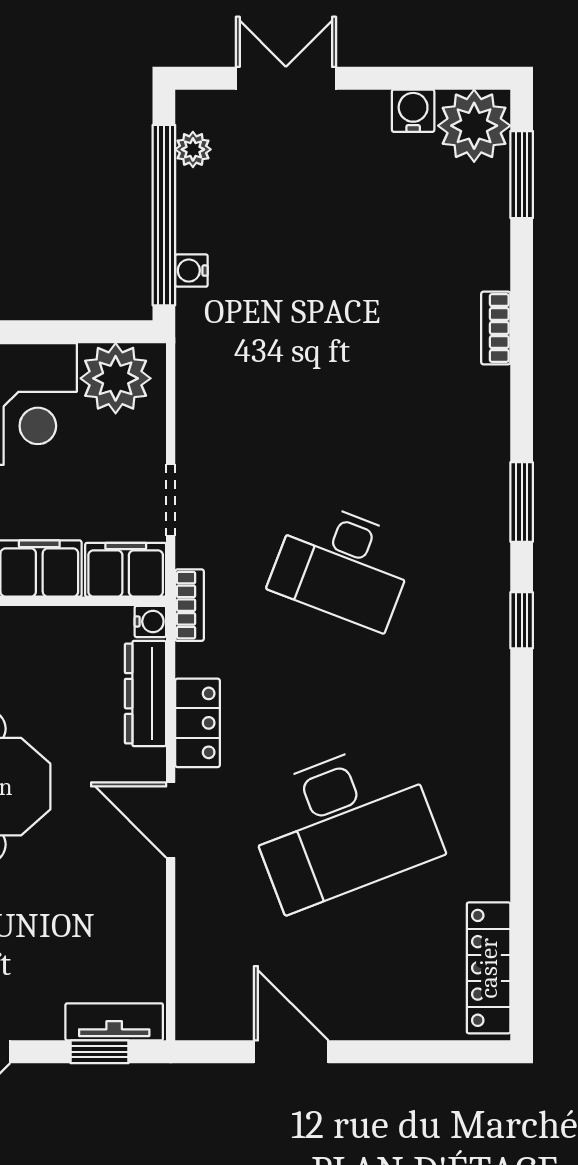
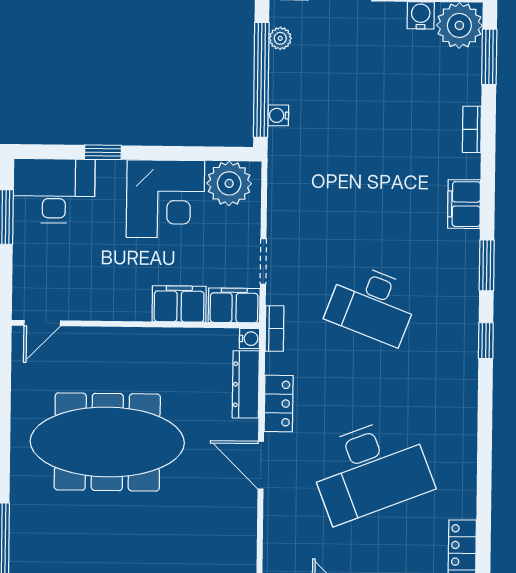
bookcase: (496, 328) -> (472, 129), moved
filing cabinet: (485, 406) -> (464, 204), added

